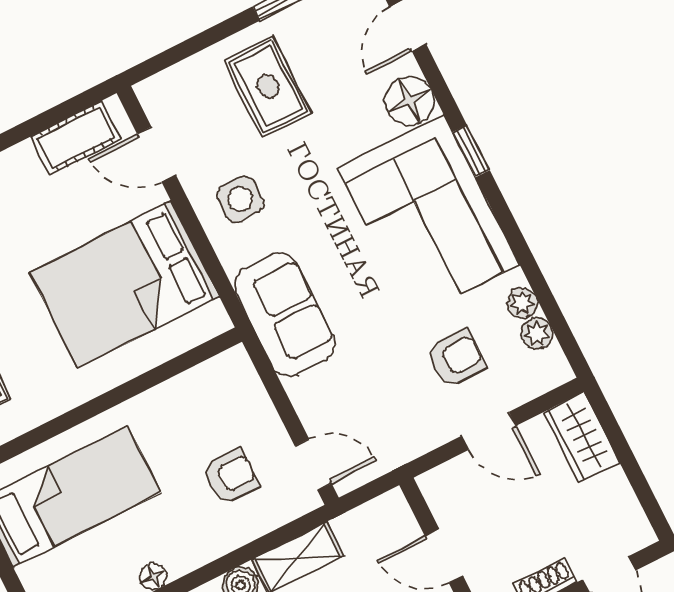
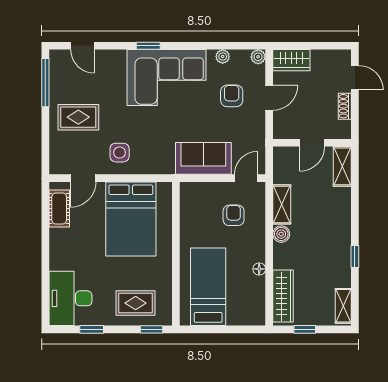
floor lamp: (409, 101) -> (114, 61), removed
sofa: (285, 315) -> (203, 158), moved
plant: (537, 333) -> (258, 57), moved

